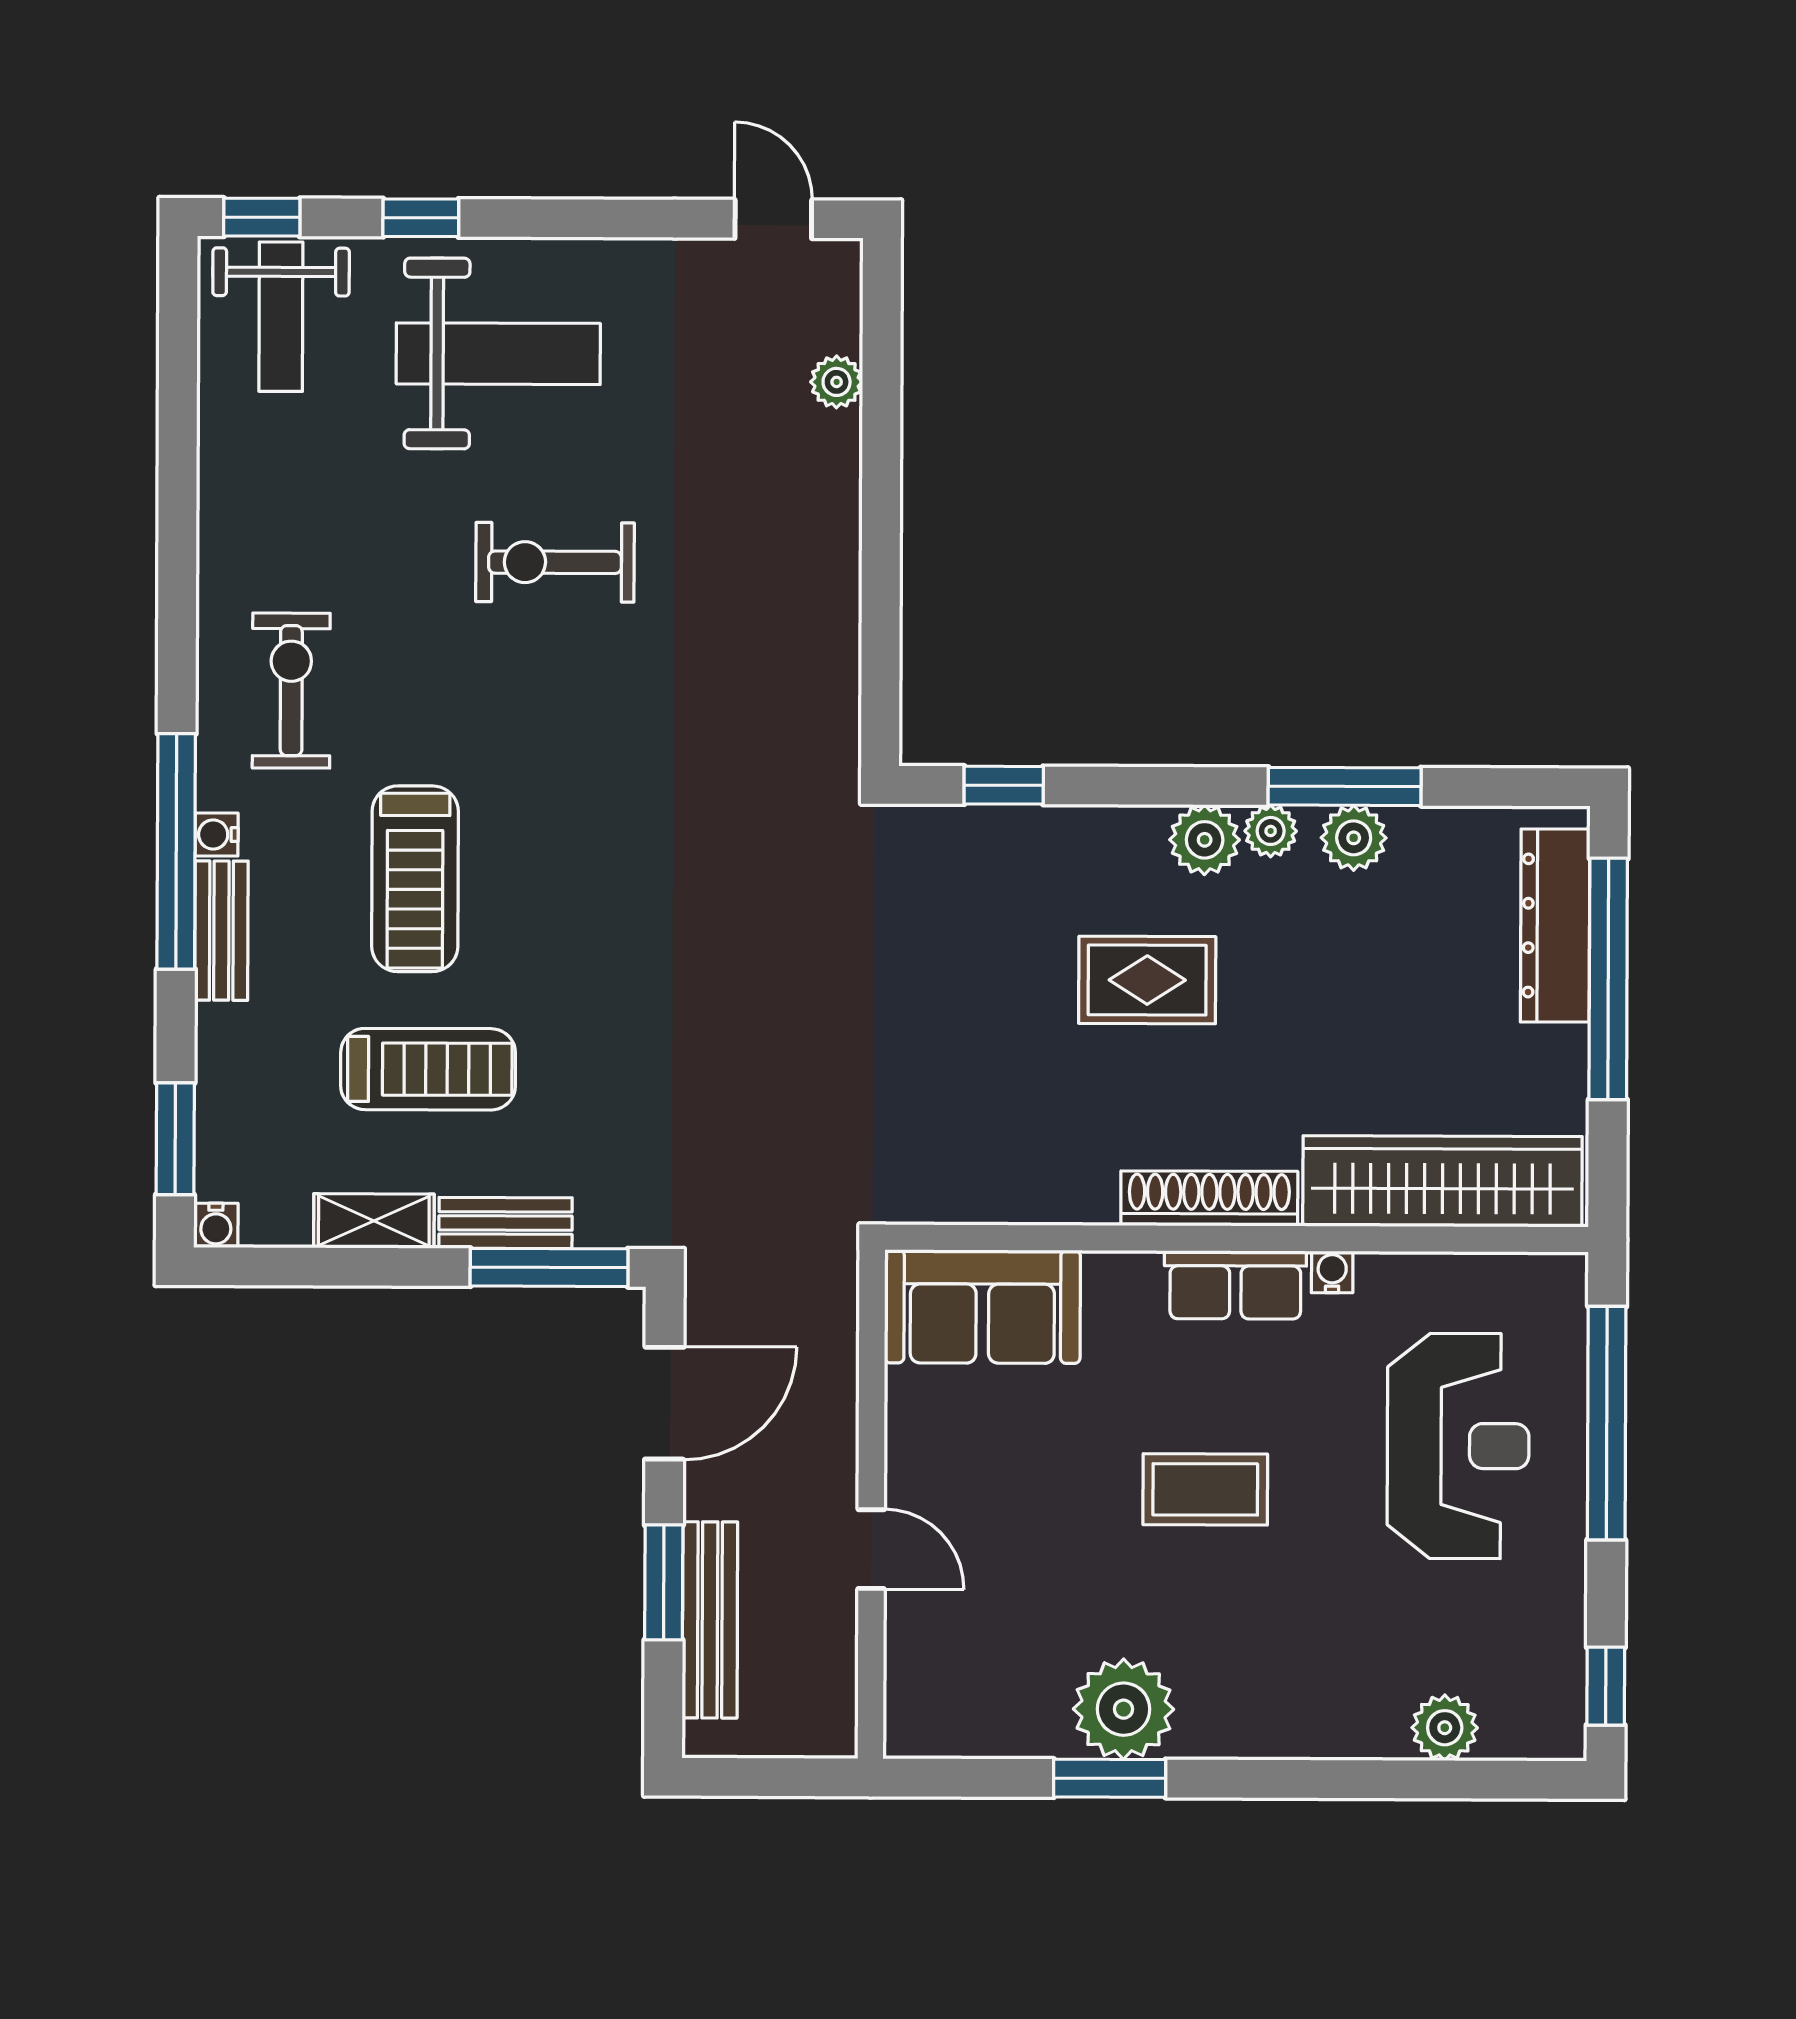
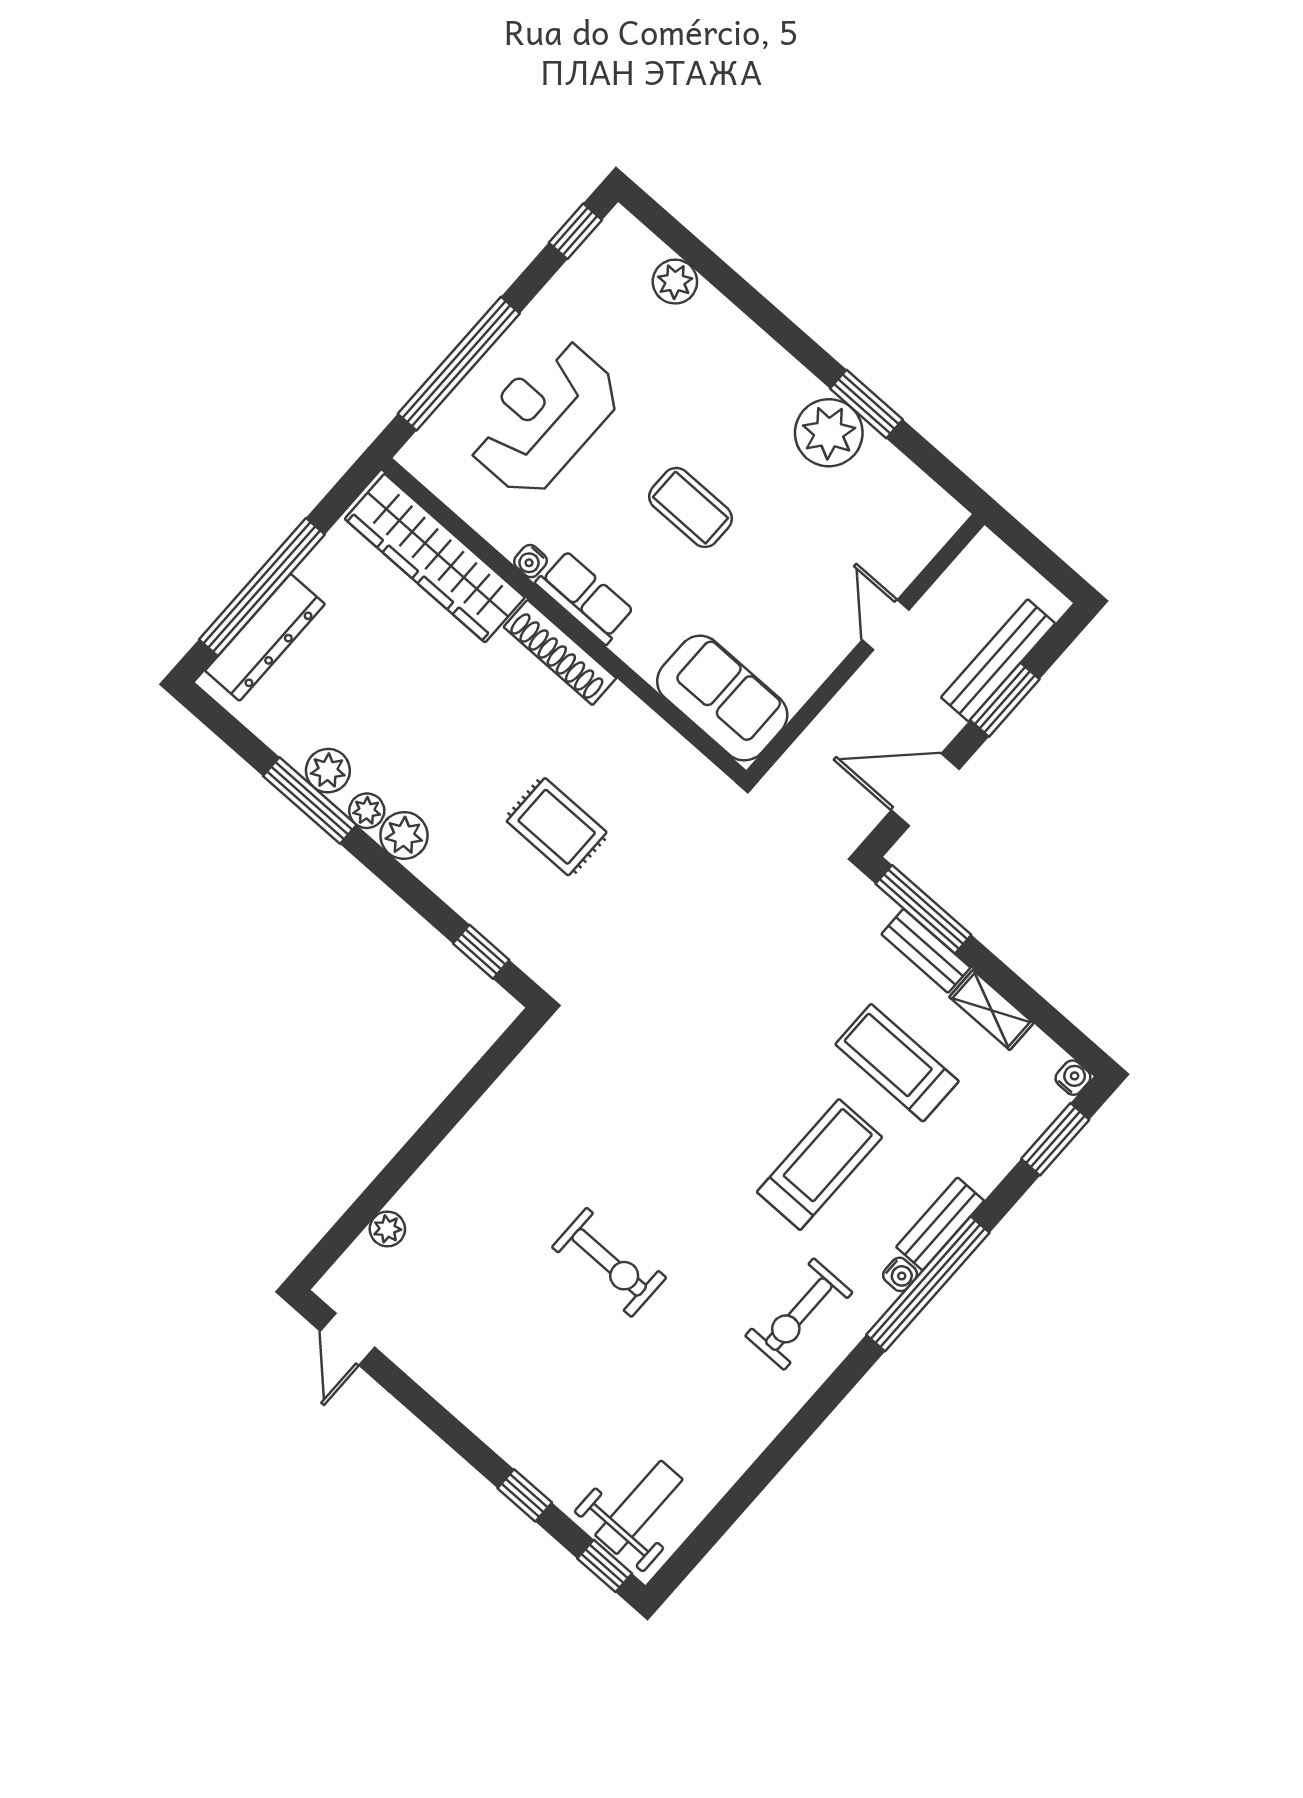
weight bench: (498, 354) -> (546, 1393), removed
rug: (1147, 980) -> (557, 827), moved

